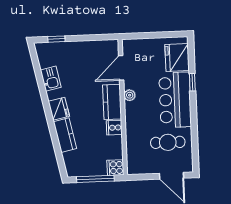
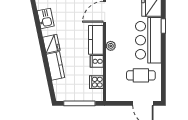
plant: (130, 95) -> (111, 46), moved
cooker: (115, 168) -> (96, 82), moved

